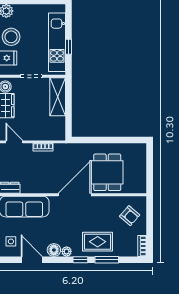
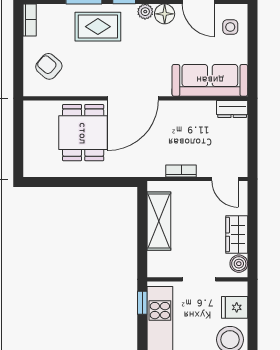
window: (68, 47) -> (142, 303), moved
shelving: (58, 97) -> (159, 221), moved

